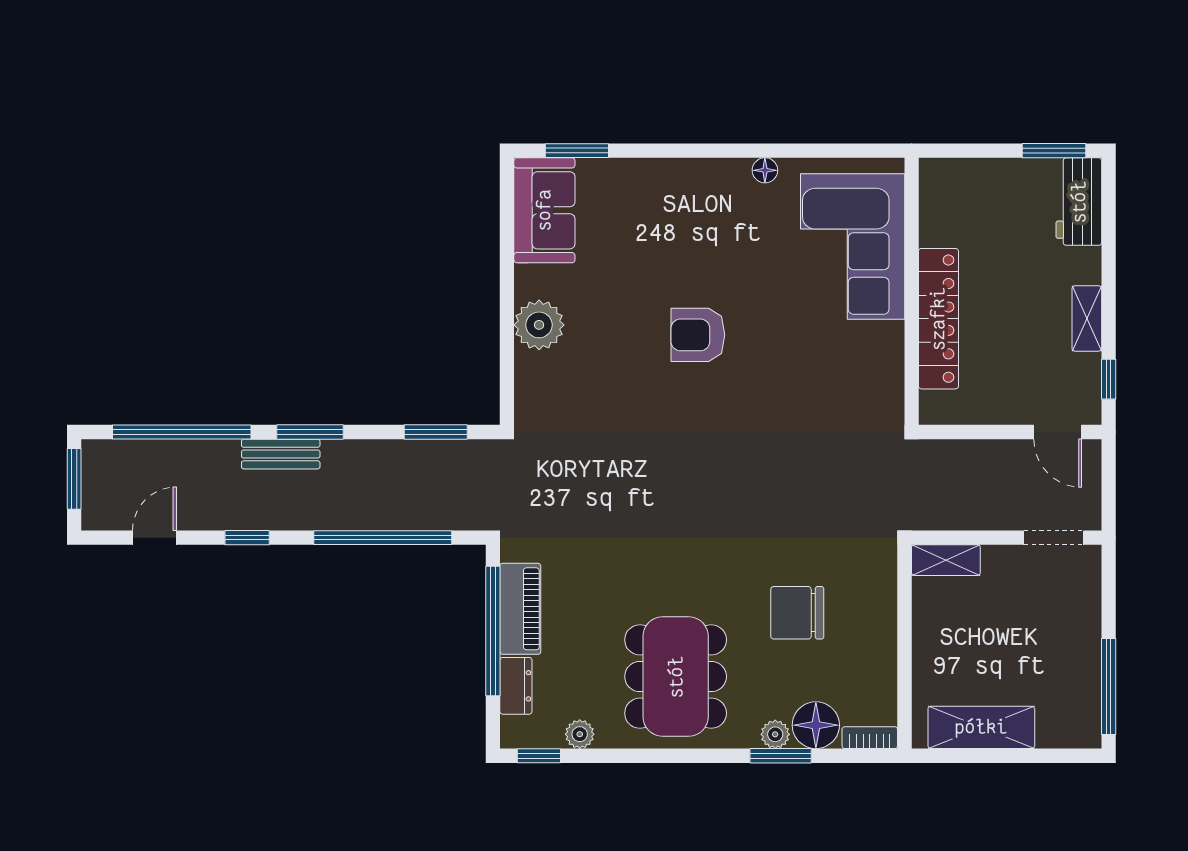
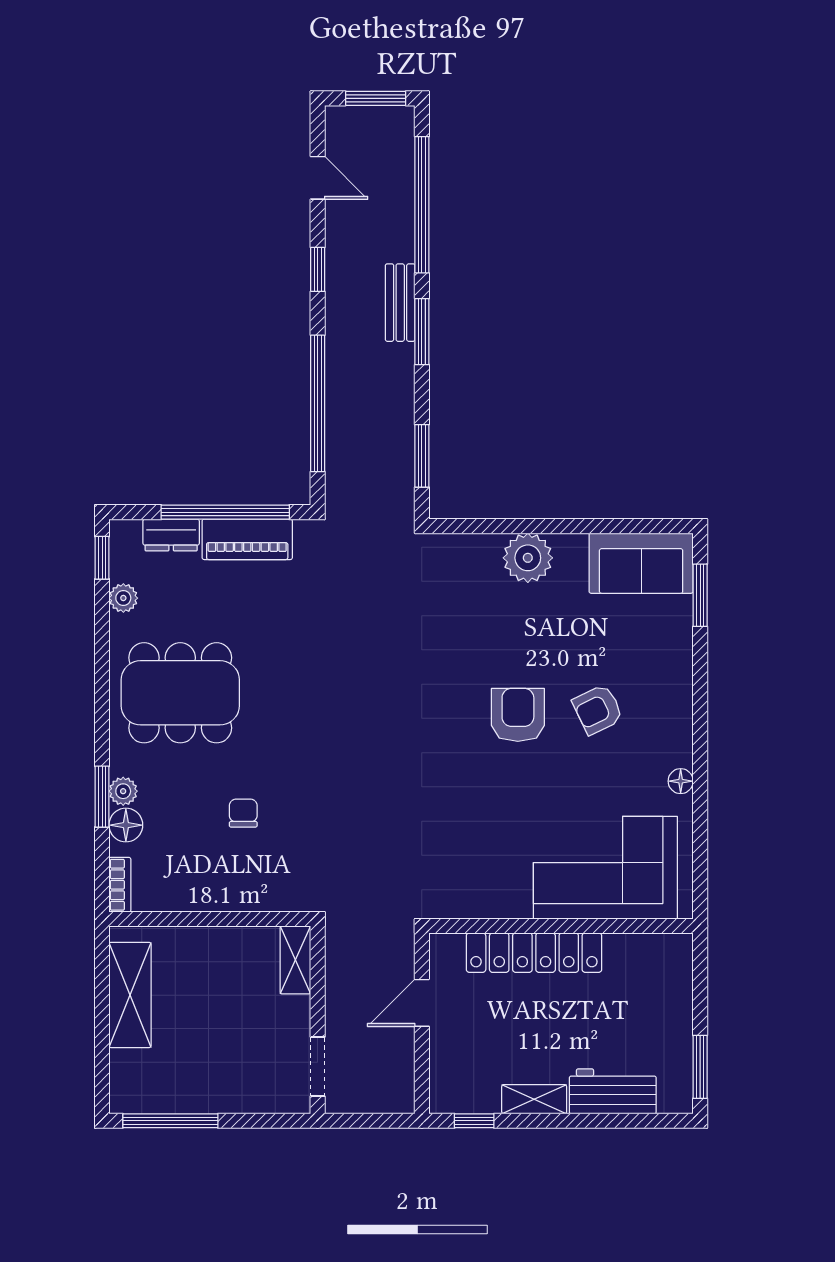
workbench: (1079, 202) -> (613, 1091), moved
armchair: (692, 254) -> (598, 709), added
door: (1058, 432) -> (422, 1003), moved
chair: (797, 613) -> (243, 813), width x0.54, depth x0.54
floor lamp: (816, 725) -> (126, 825), width x0.73, depth x0.73

